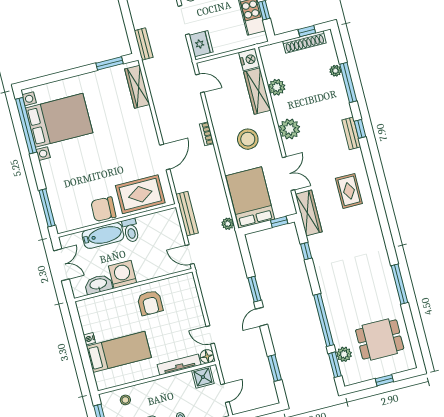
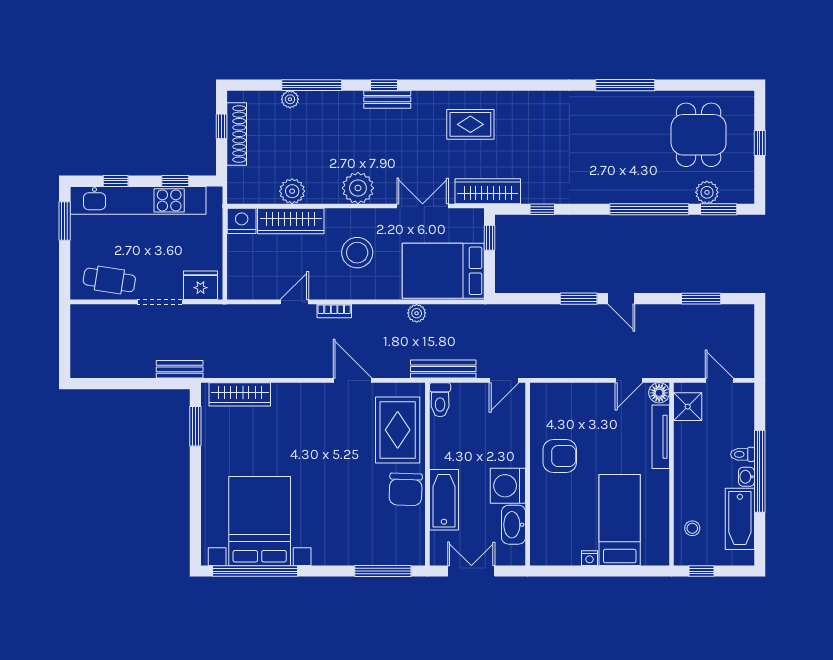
door: (200, 83) -> (294, 302), moved
plant: (228, 224) -> (417, 313), moved
toilet: (131, 230) -> (440, 400), moved, turned 90

